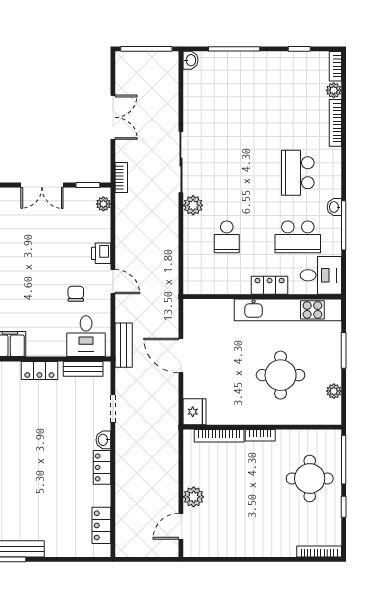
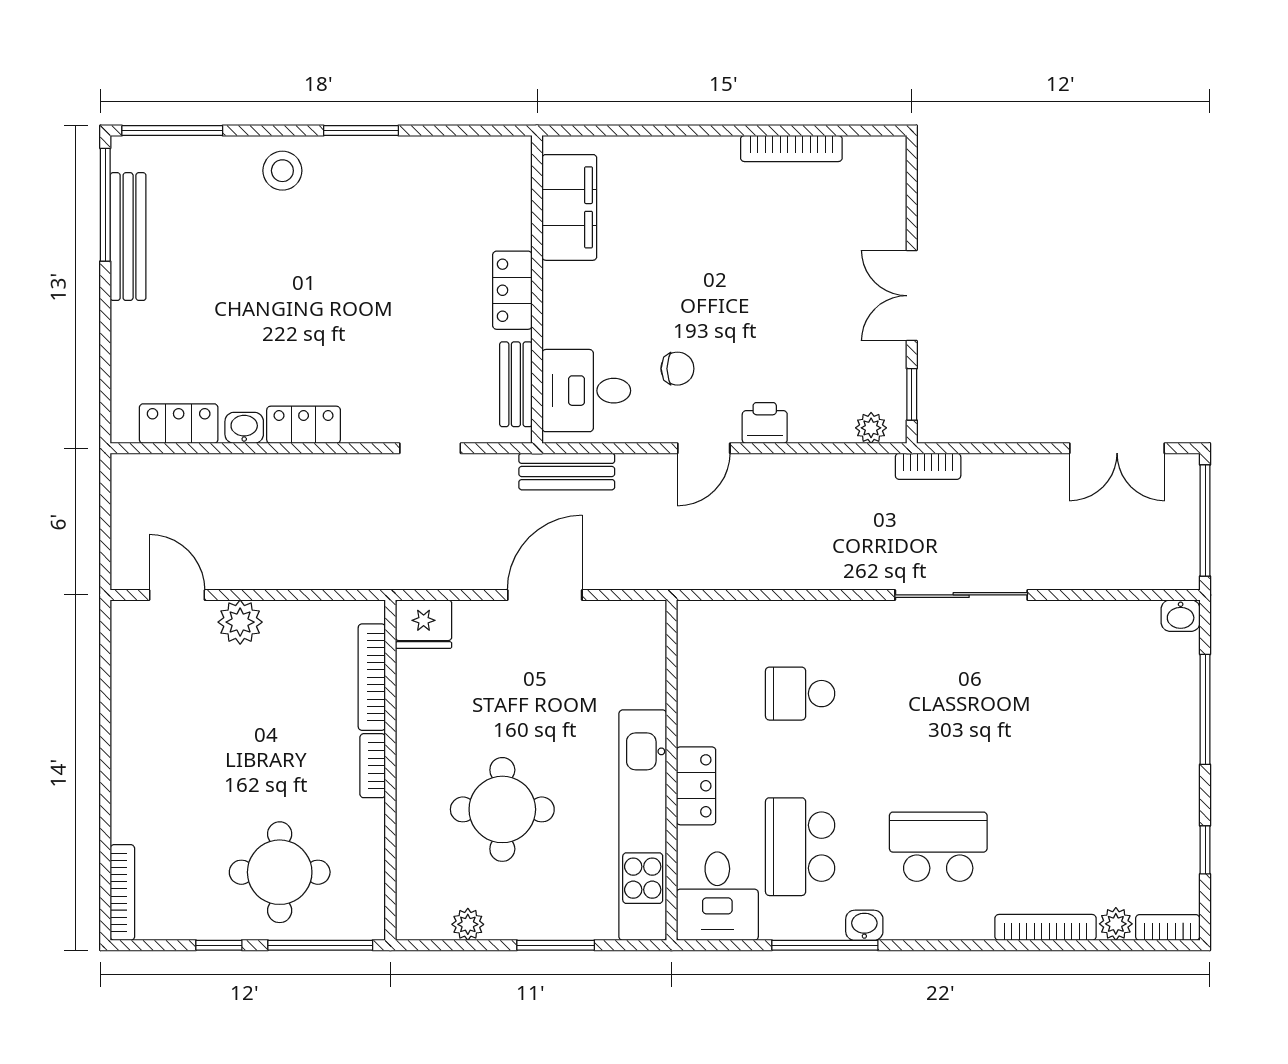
double door: (113, 117) -> (1117, 448), moved
plant: (193, 205) -> (868, 621), removed
washbasin: (103, 440) -> (244, 428), moved

